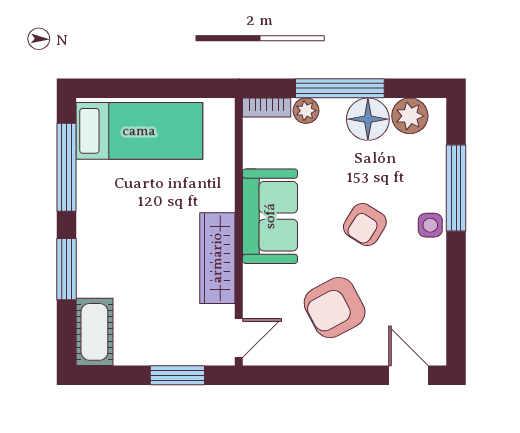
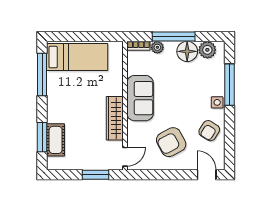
armchair: (365, 225) -> (209, 131), moved
window: (66, 269) -> (42, 137), moved
cot: (94, 332) -> (56, 140), moved

